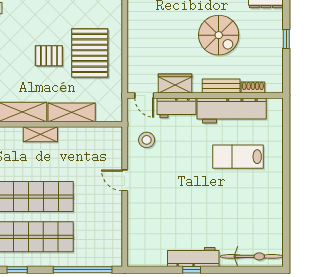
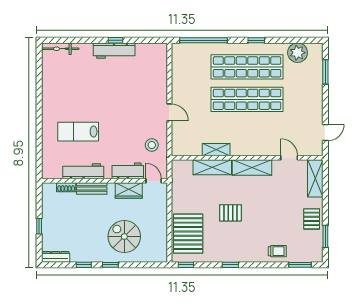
spiral stairs: (219, 35) -> (124, 236), moved
pallet: (90, 53) -> (188, 234), moved
workbench: (232, 110) -> (83, 171), width x0.73, depth x0.76
shelving: (40, 134) -> (216, 150), moved
lab bench: (238, 157) -> (78, 132), turned 180
bicycle: (252, 256) -> (60, 49), width x0.73, depth x0.71

